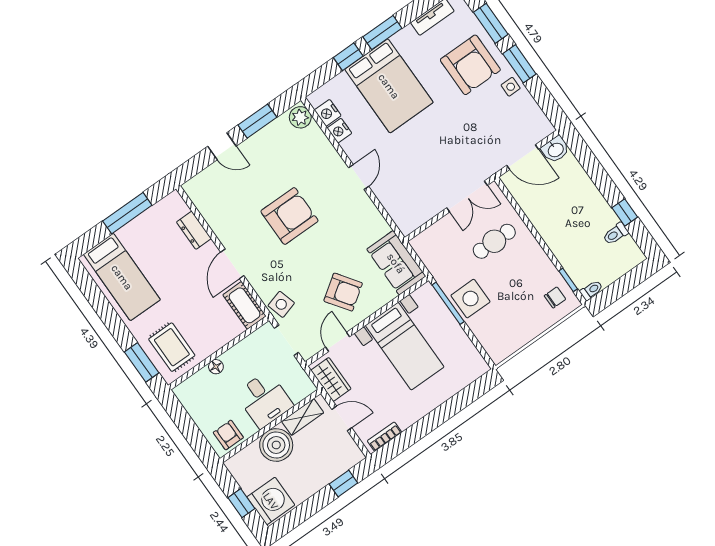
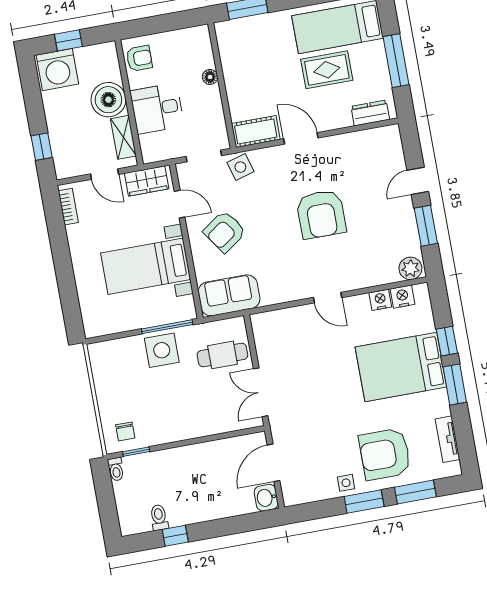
dresser: (194, 230) -> (370, 113), moved
cafe table: (494, 241) -> (222, 355), moved, turned 90
rug: (172, 347) -> (327, 70), moved
door: (342, 418) -> (105, 174), hinge flipped

